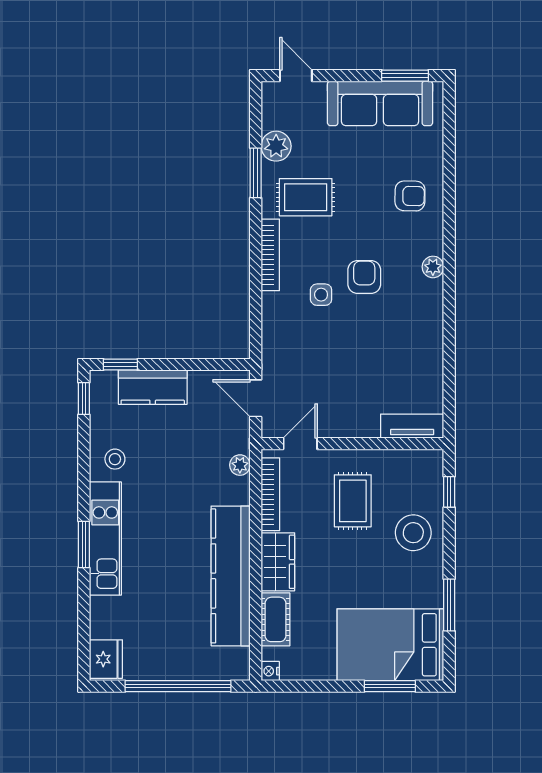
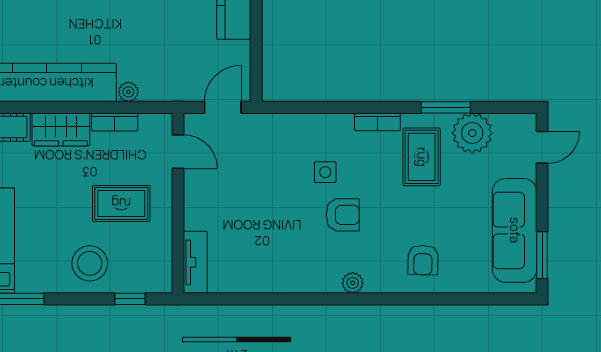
plant: (276, 146) -> (472, 133), width x1.36, depth x1.36
bookcase: (270, 255) -> (377, 122), width x0.64
plant: (240, 465) -> (128, 92), moved
bookcase: (270, 494) -> (115, 122), width x0.64

